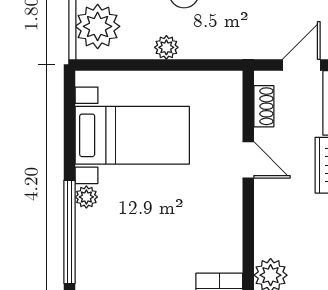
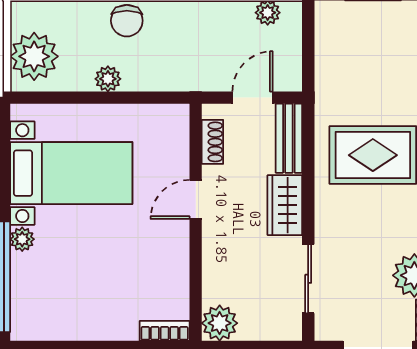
door: (248, 160) -> (196, 199), swing flipped

